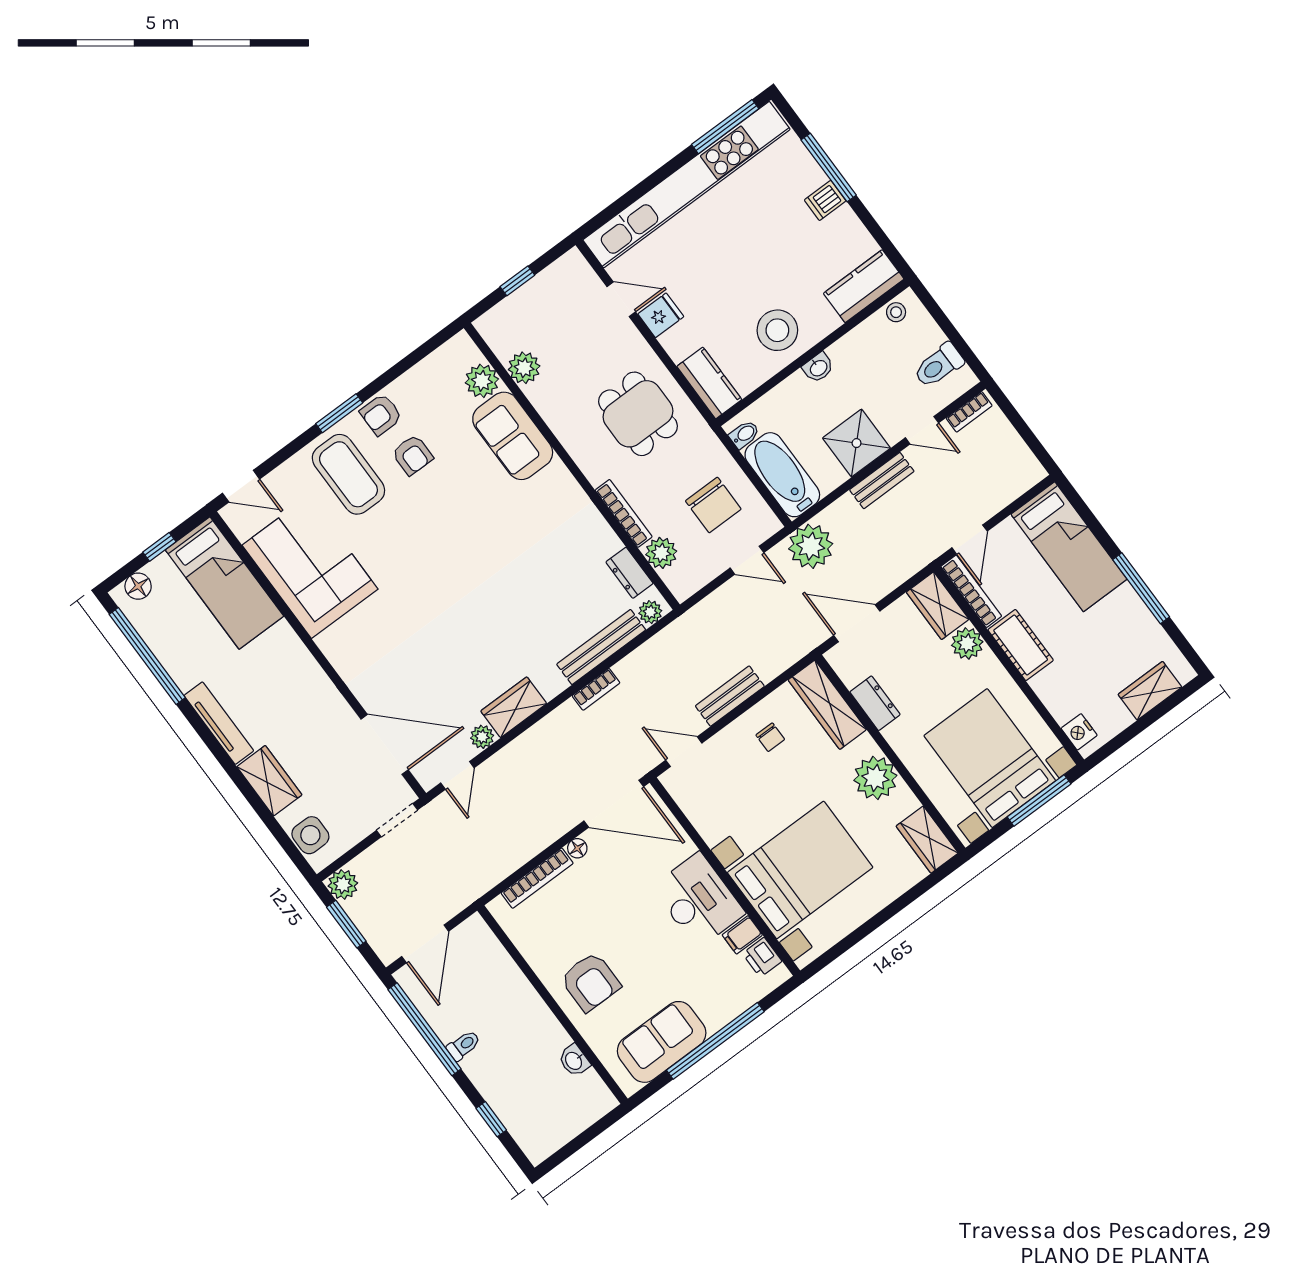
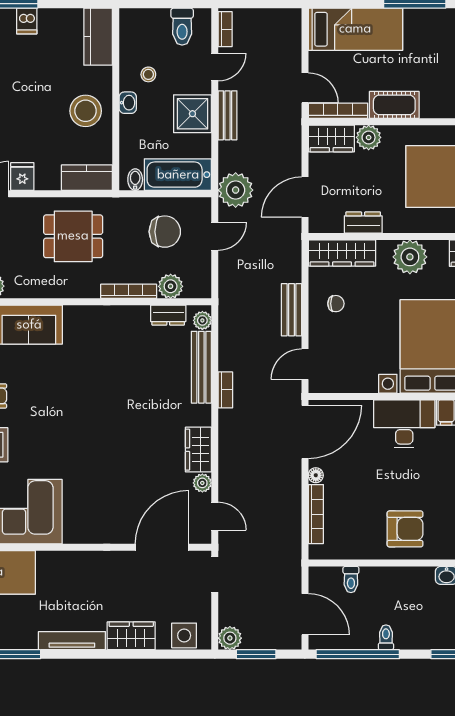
stool: (896, 312) -> (148, 74), moved
toilet: (496, 965) -> (351, 580), added

